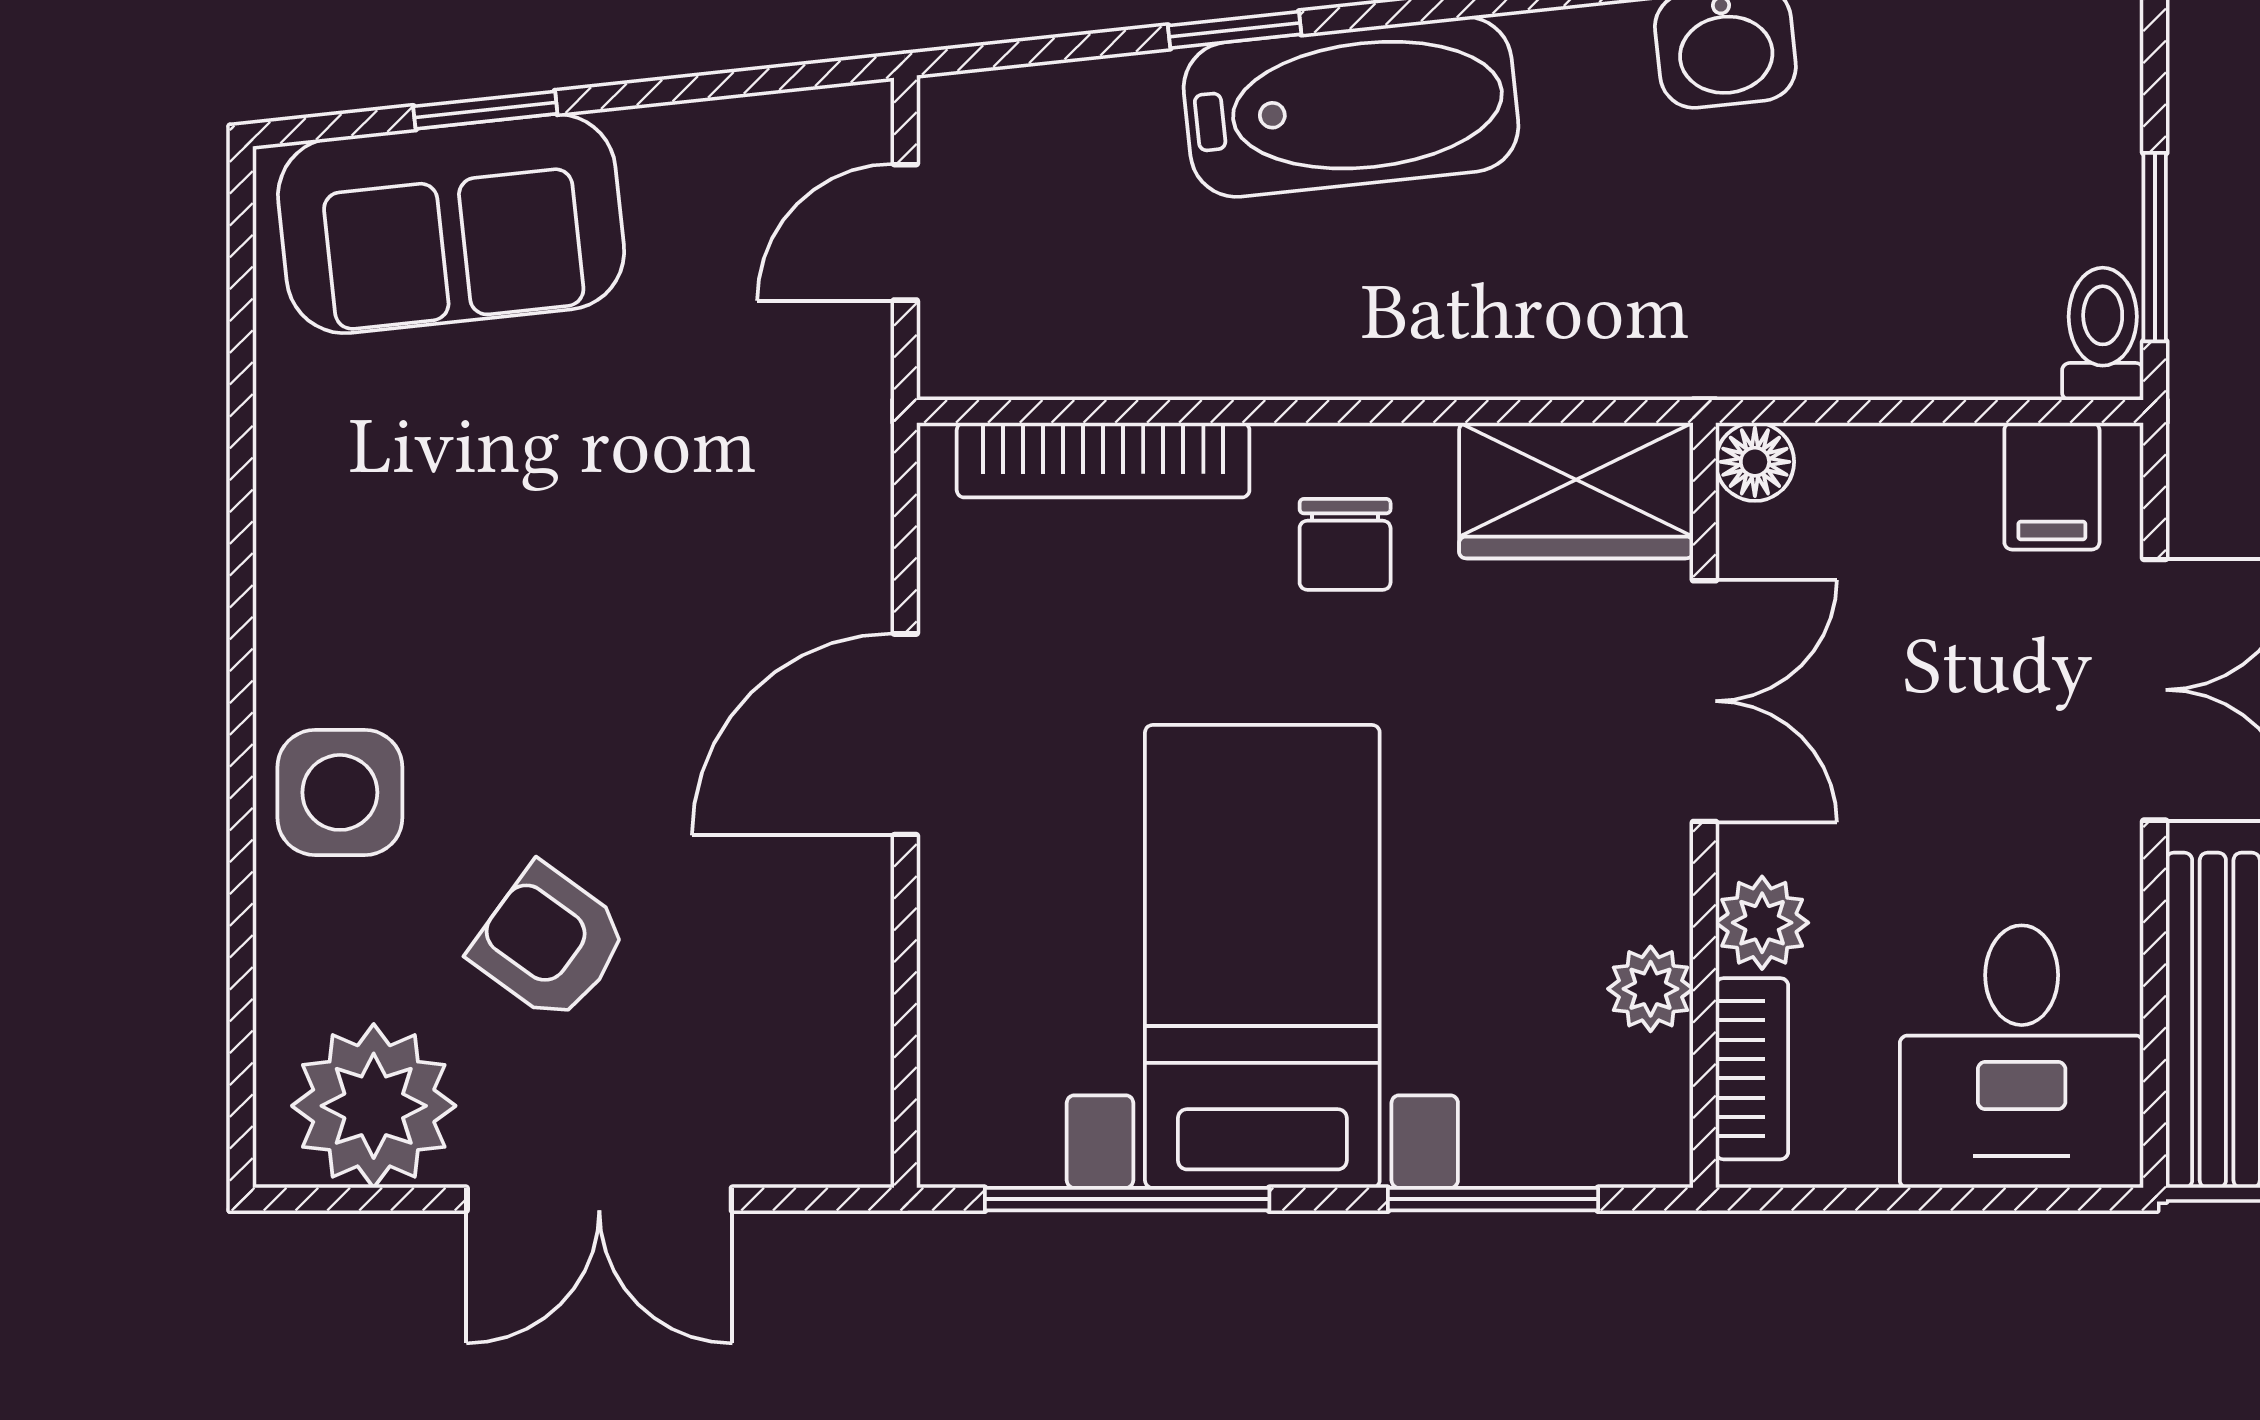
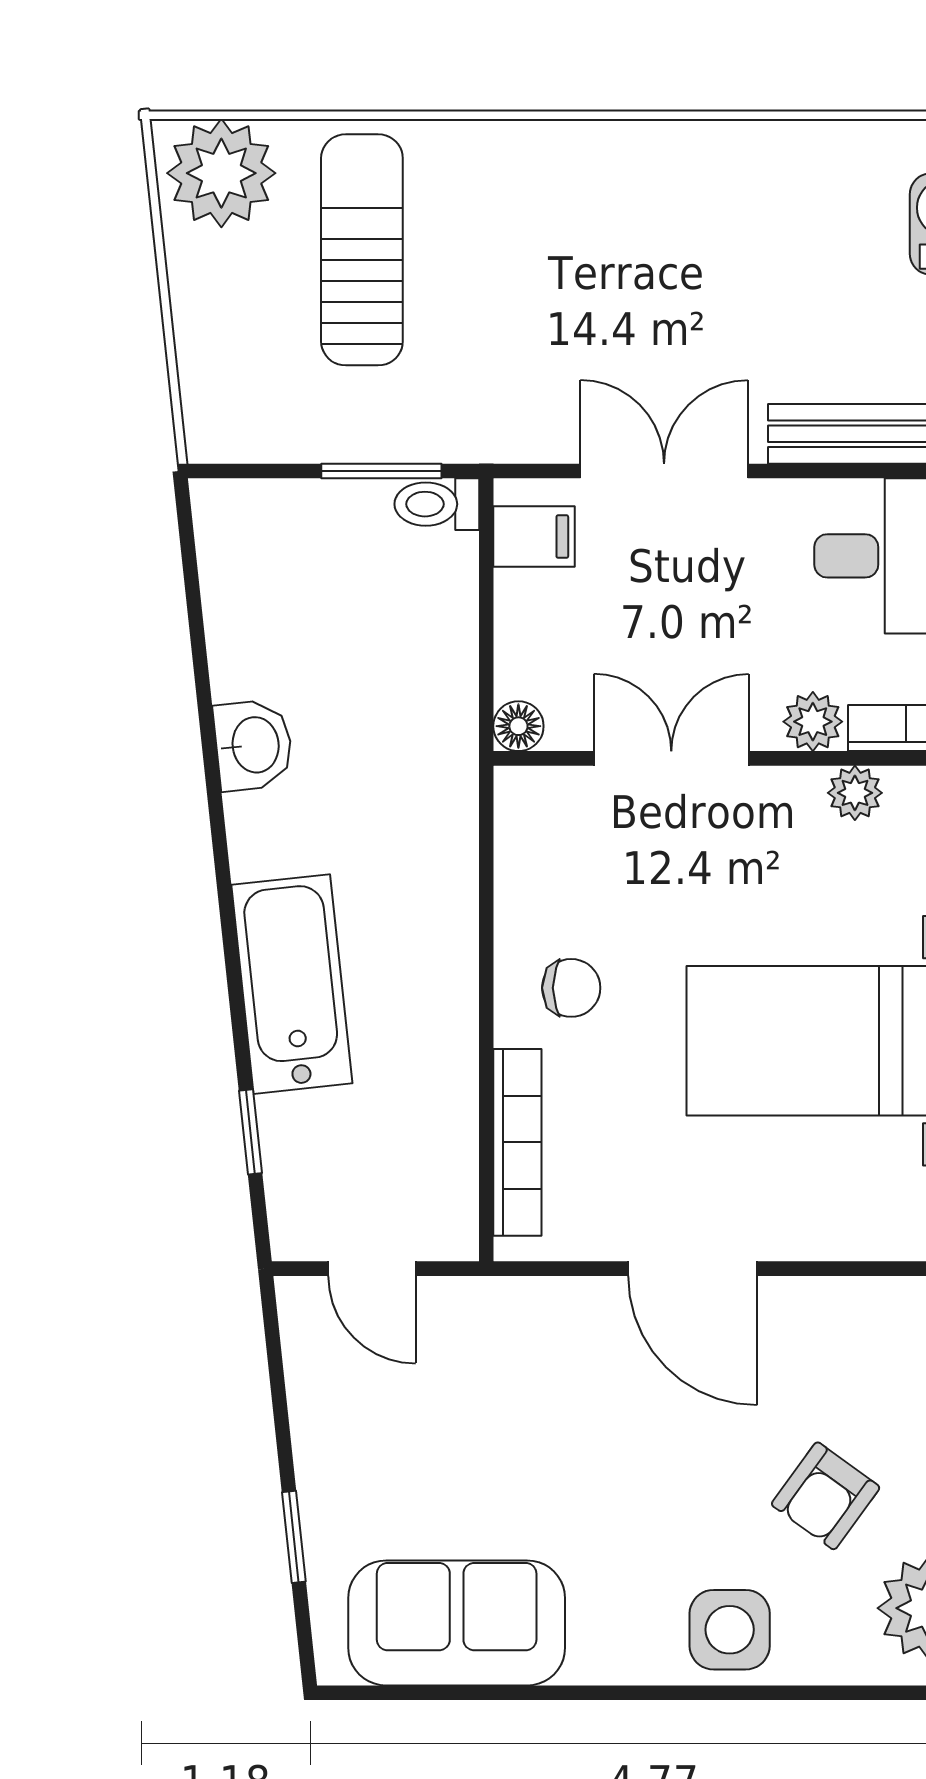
window: (1235, 30) -> (251, 1132), moved
sofa: (451, 224) -> (457, 1623), moved, turned -84
wardrobe: (1576, 490) -> (537, 840), removed

